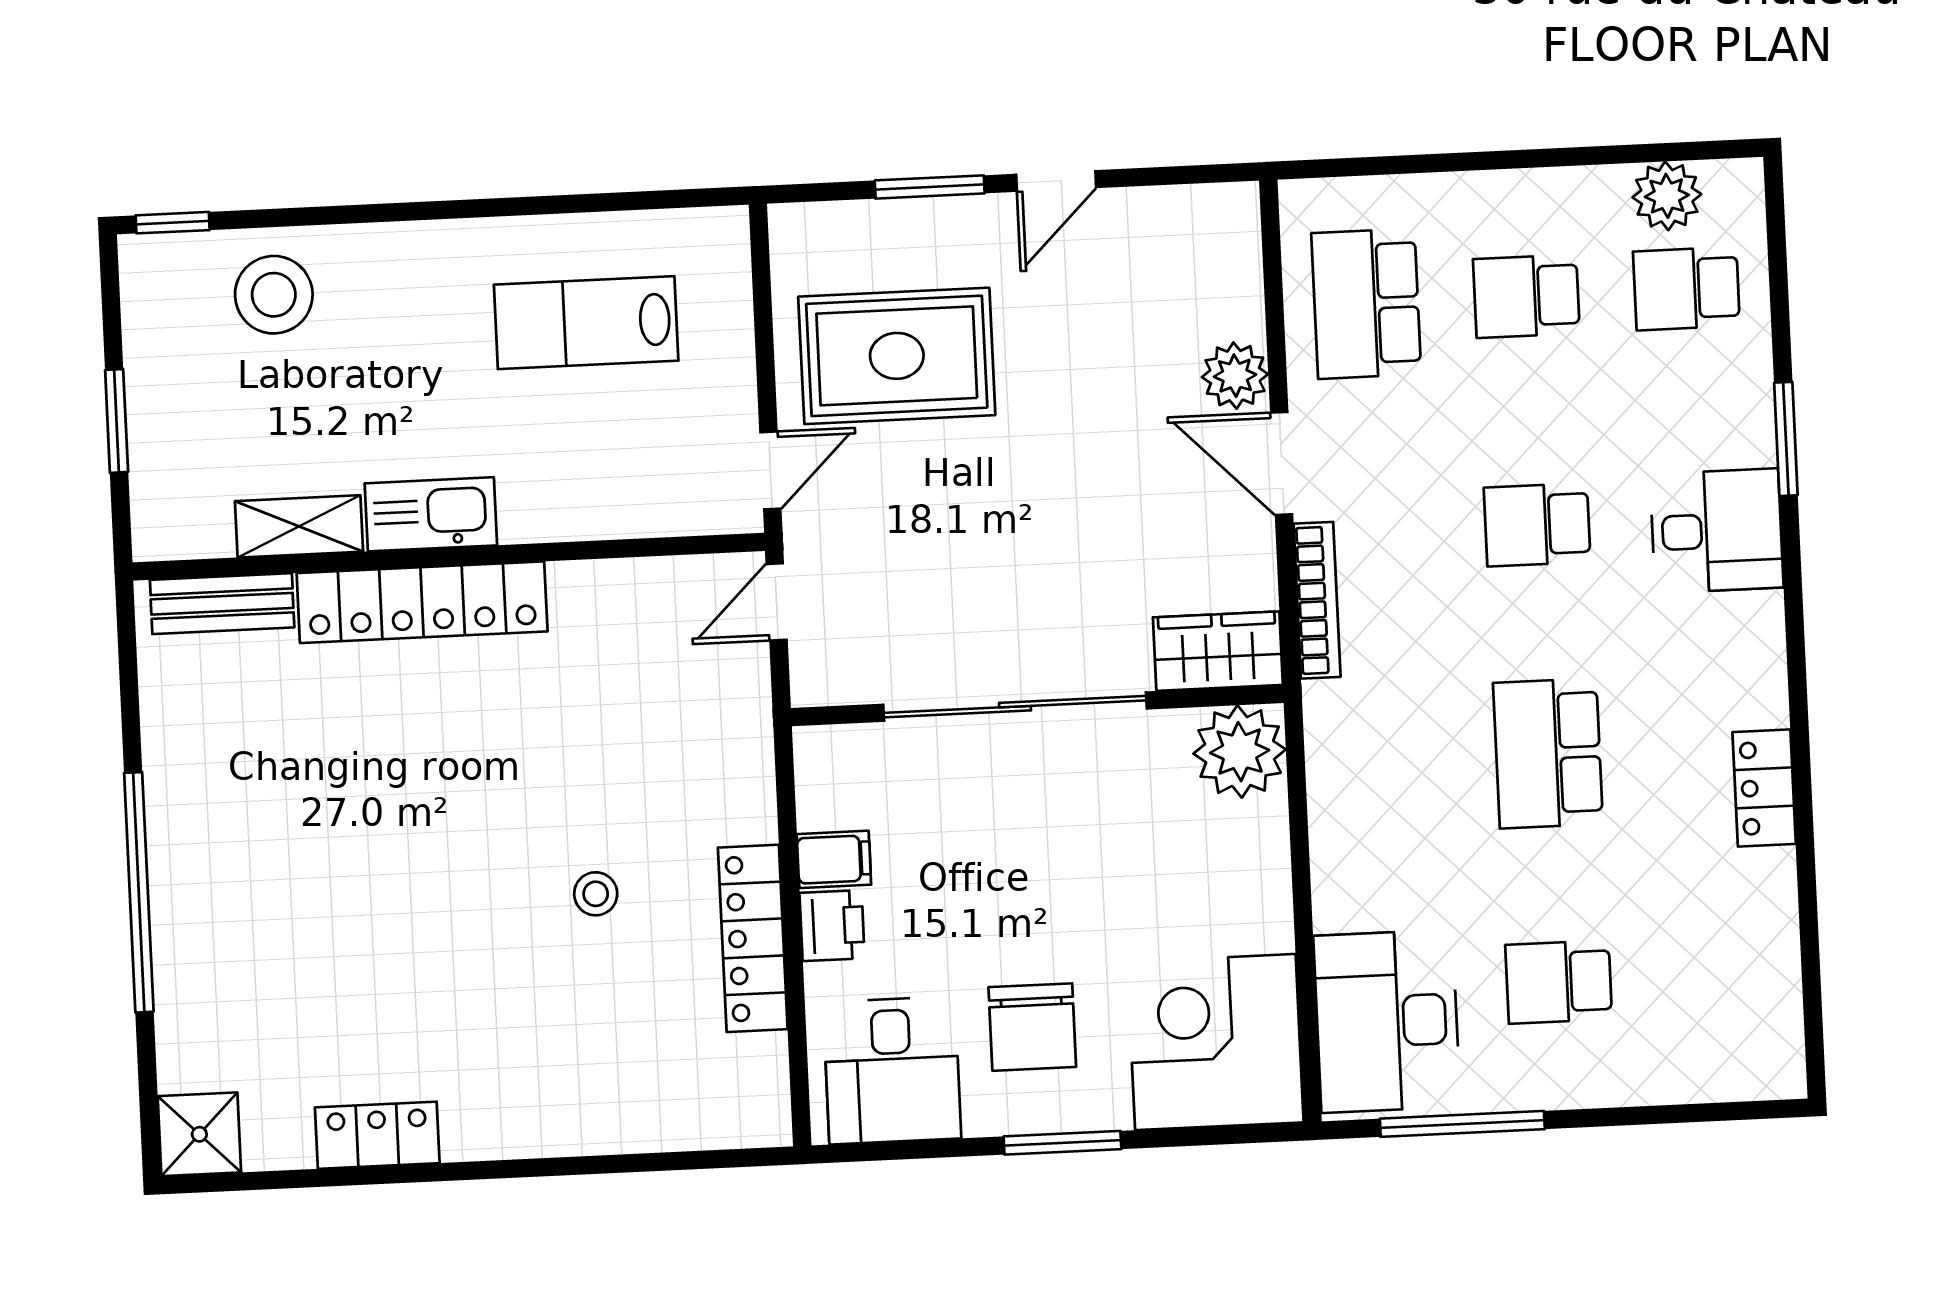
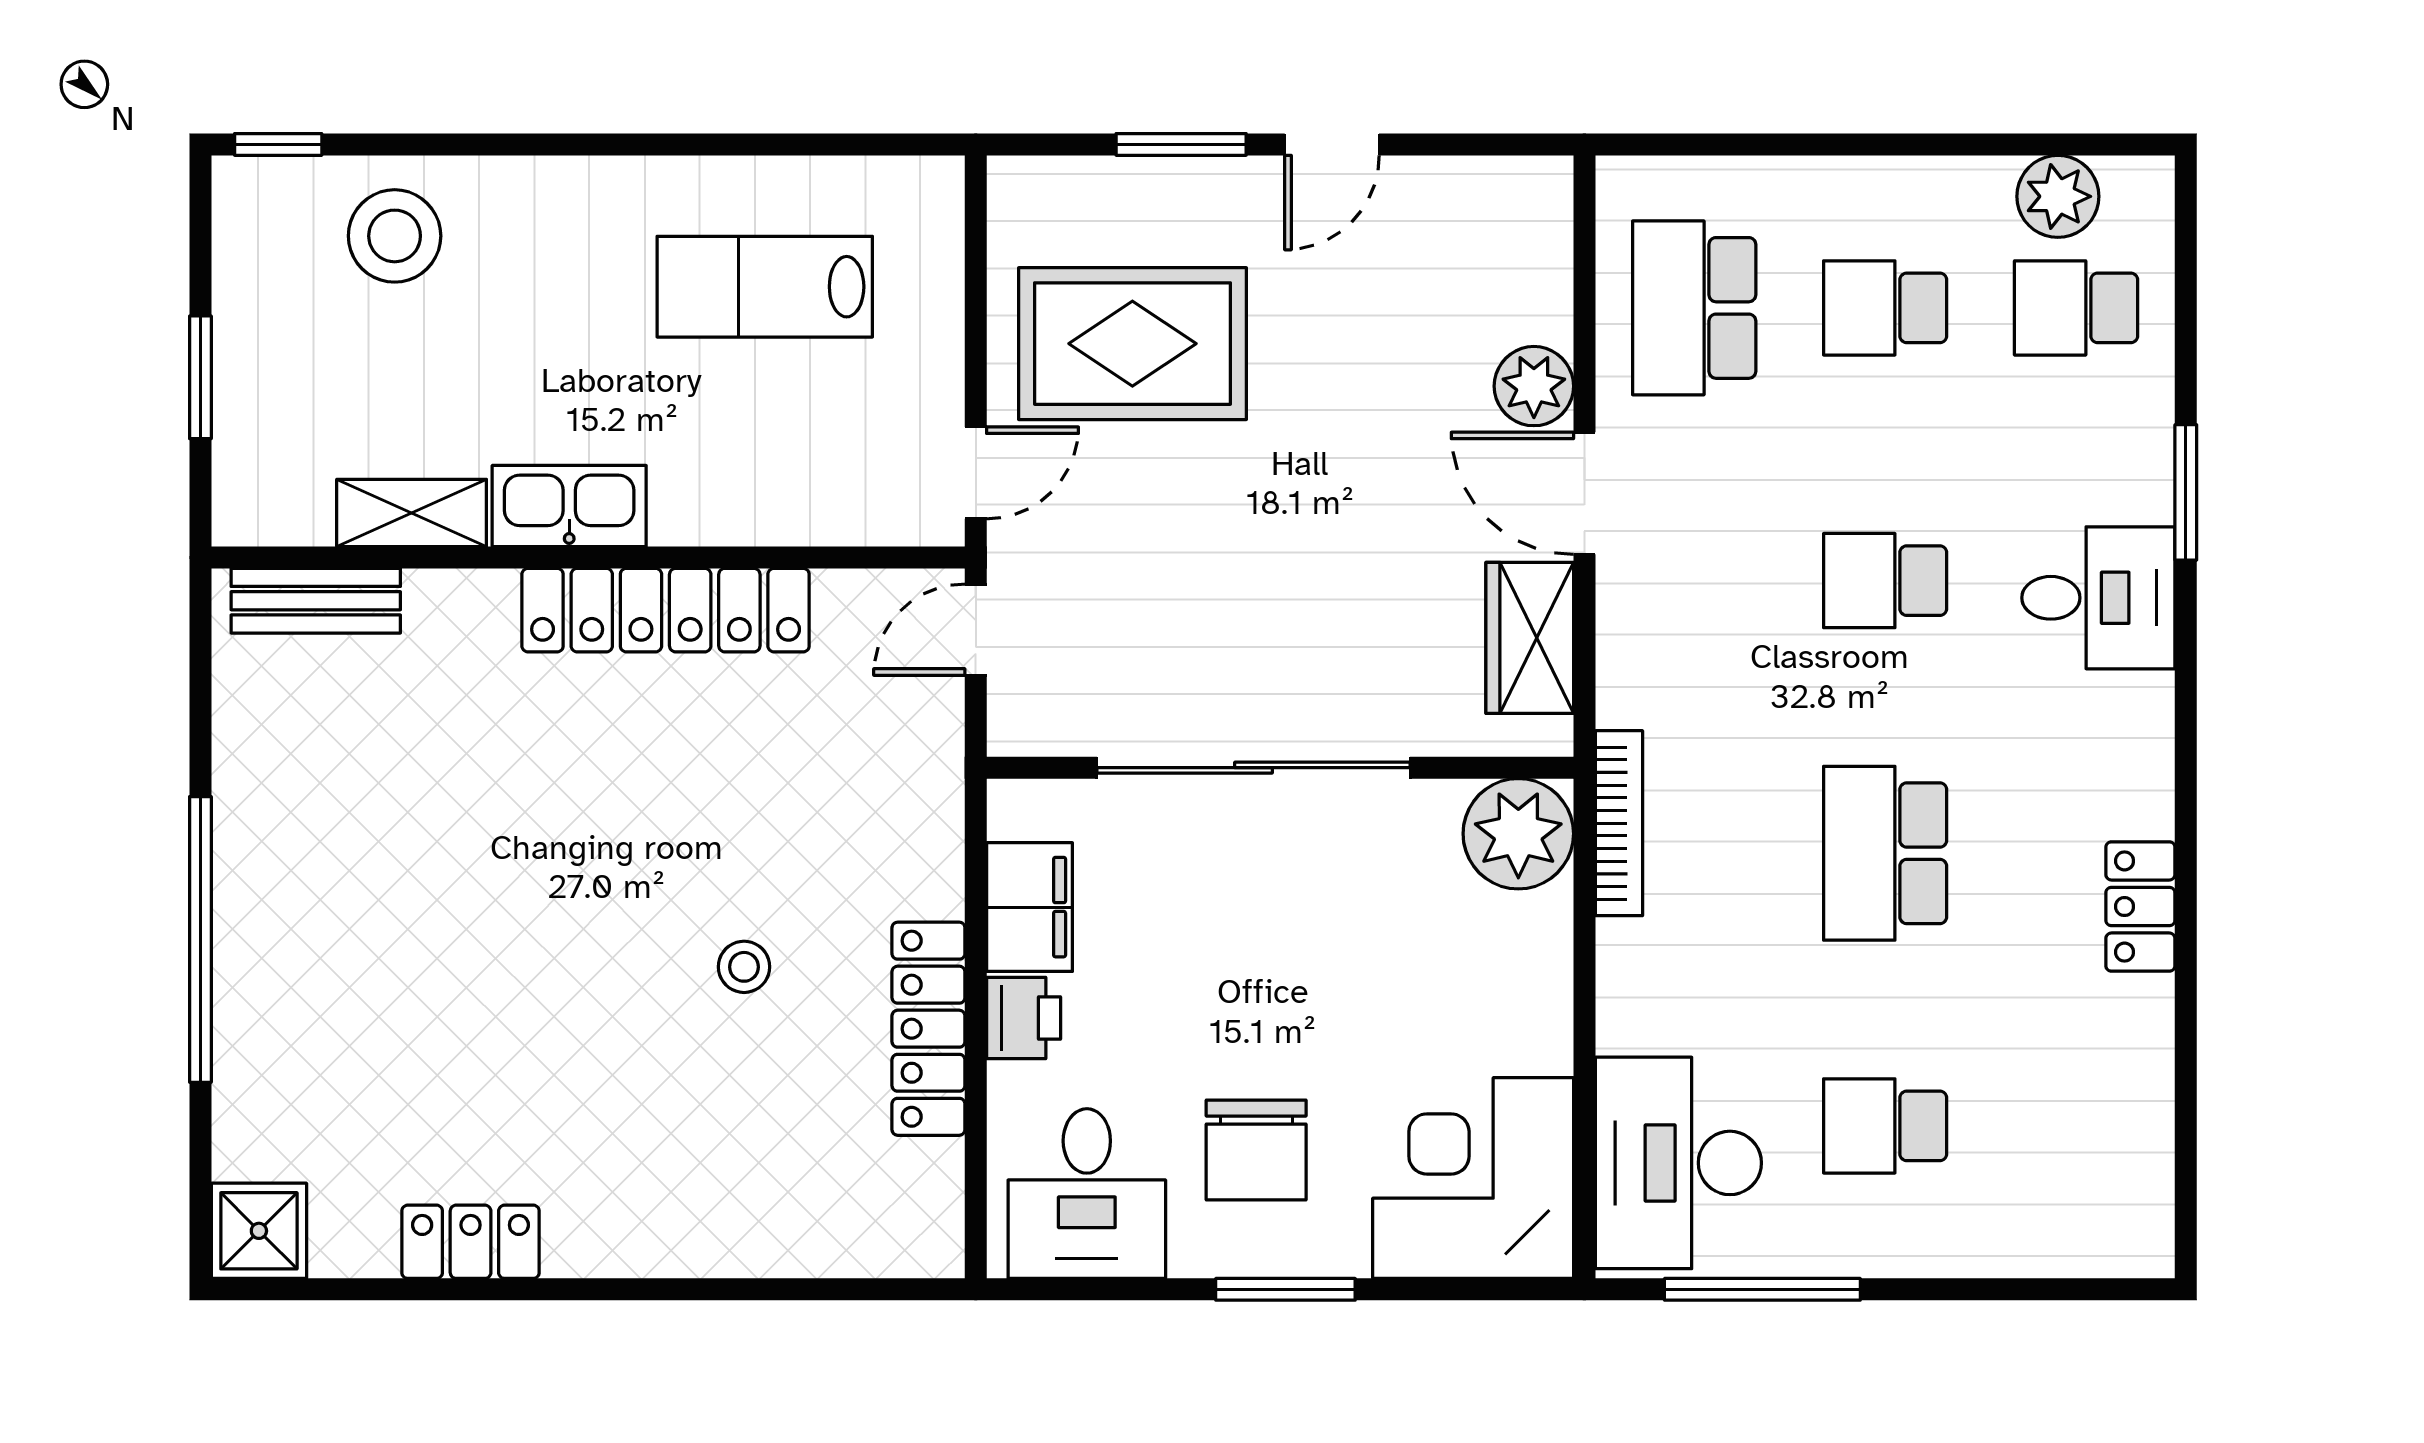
bookcase: (1317, 600) -> (1619, 823), moved
locker: (422, 602) -> (666, 610), moved
wardrobe: (1218, 651) -> (1530, 638), moved, turned -90
filing cabinet: (834, 859) -> (1030, 907), width x2.00

